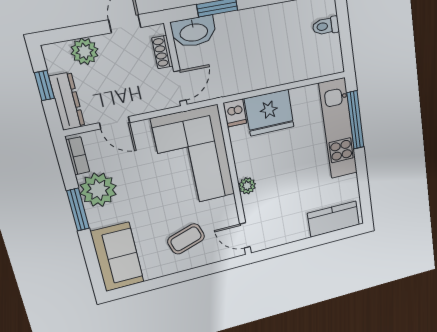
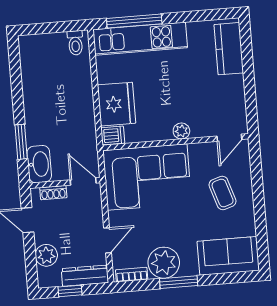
toilet: (326, 26) -> (75, 43), moved

